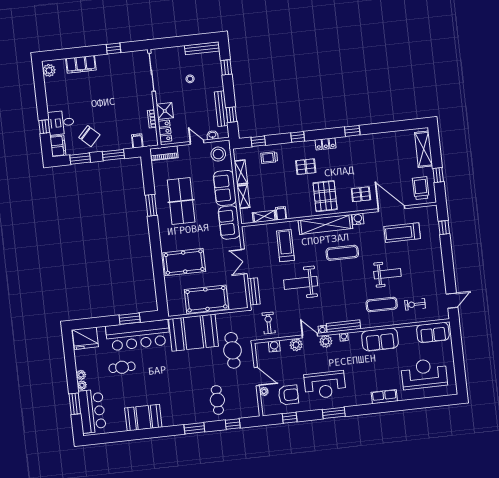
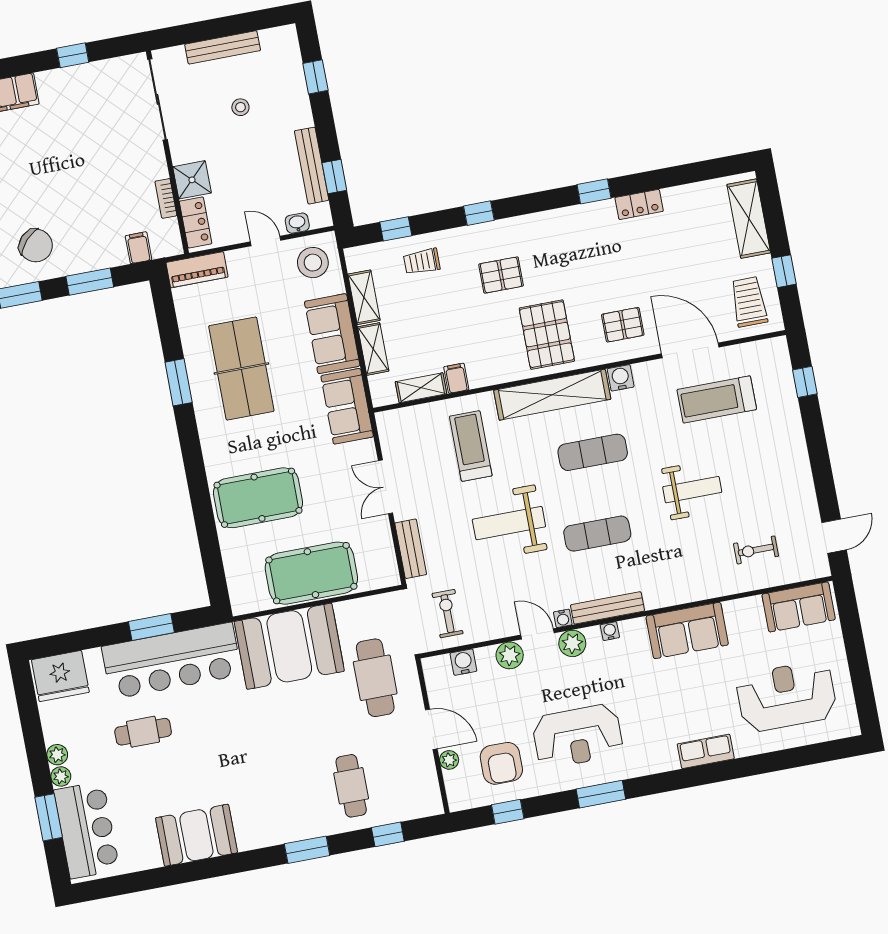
bench: (202, 48) -> (223, 47), moved
locker: (326, 144) -> (639, 204), moved
exercise mat: (382, 304) -> (597, 534), moved
armchair: (288, 395) -> (501, 763), turned 90

